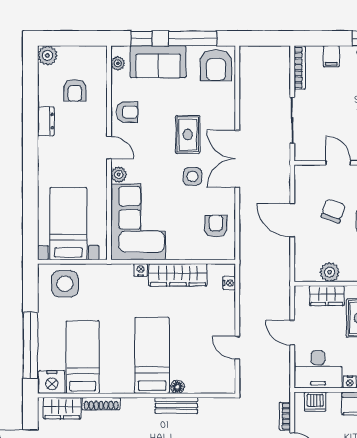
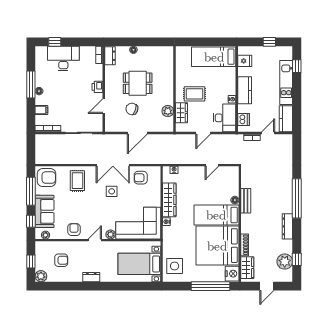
window: (73, 38) -> (31, 261), added
dresser: (46, 121) -> (91, 277), moved
rug: (188, 135) -> (77, 181), moved, turned 90
double door: (237, 159) -> (113, 165), moved
bed: (83, 357) -> (217, 246), width x2.04

